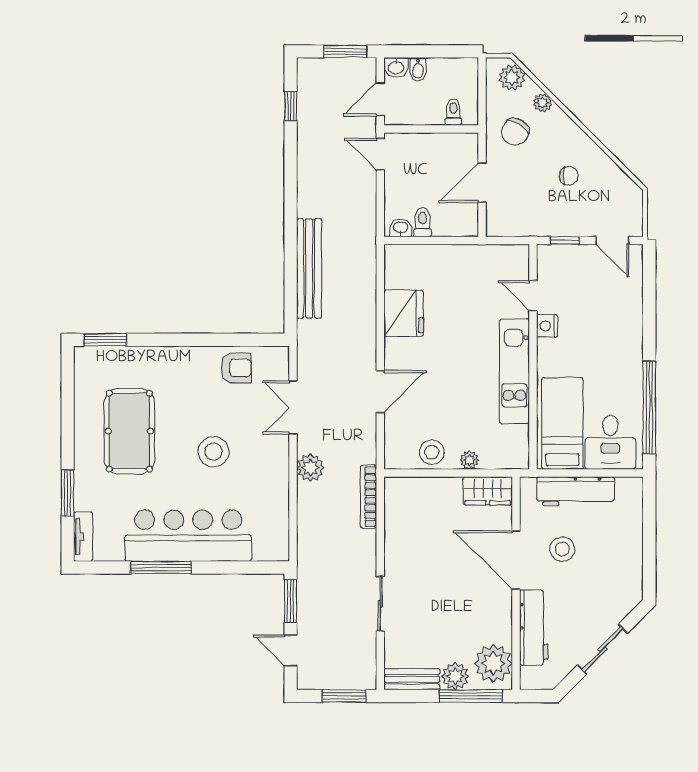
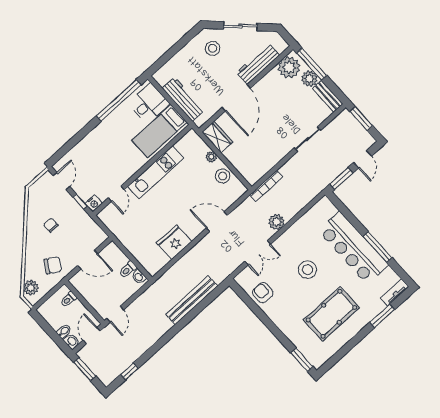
door: (380, 99) -> (92, 336), swing flipped
plant: (543, 103) -> (30, 265), removed
nightstand: (547, 326) -> (93, 203), moved
stool: (562, 549) -> (213, 48), moved

